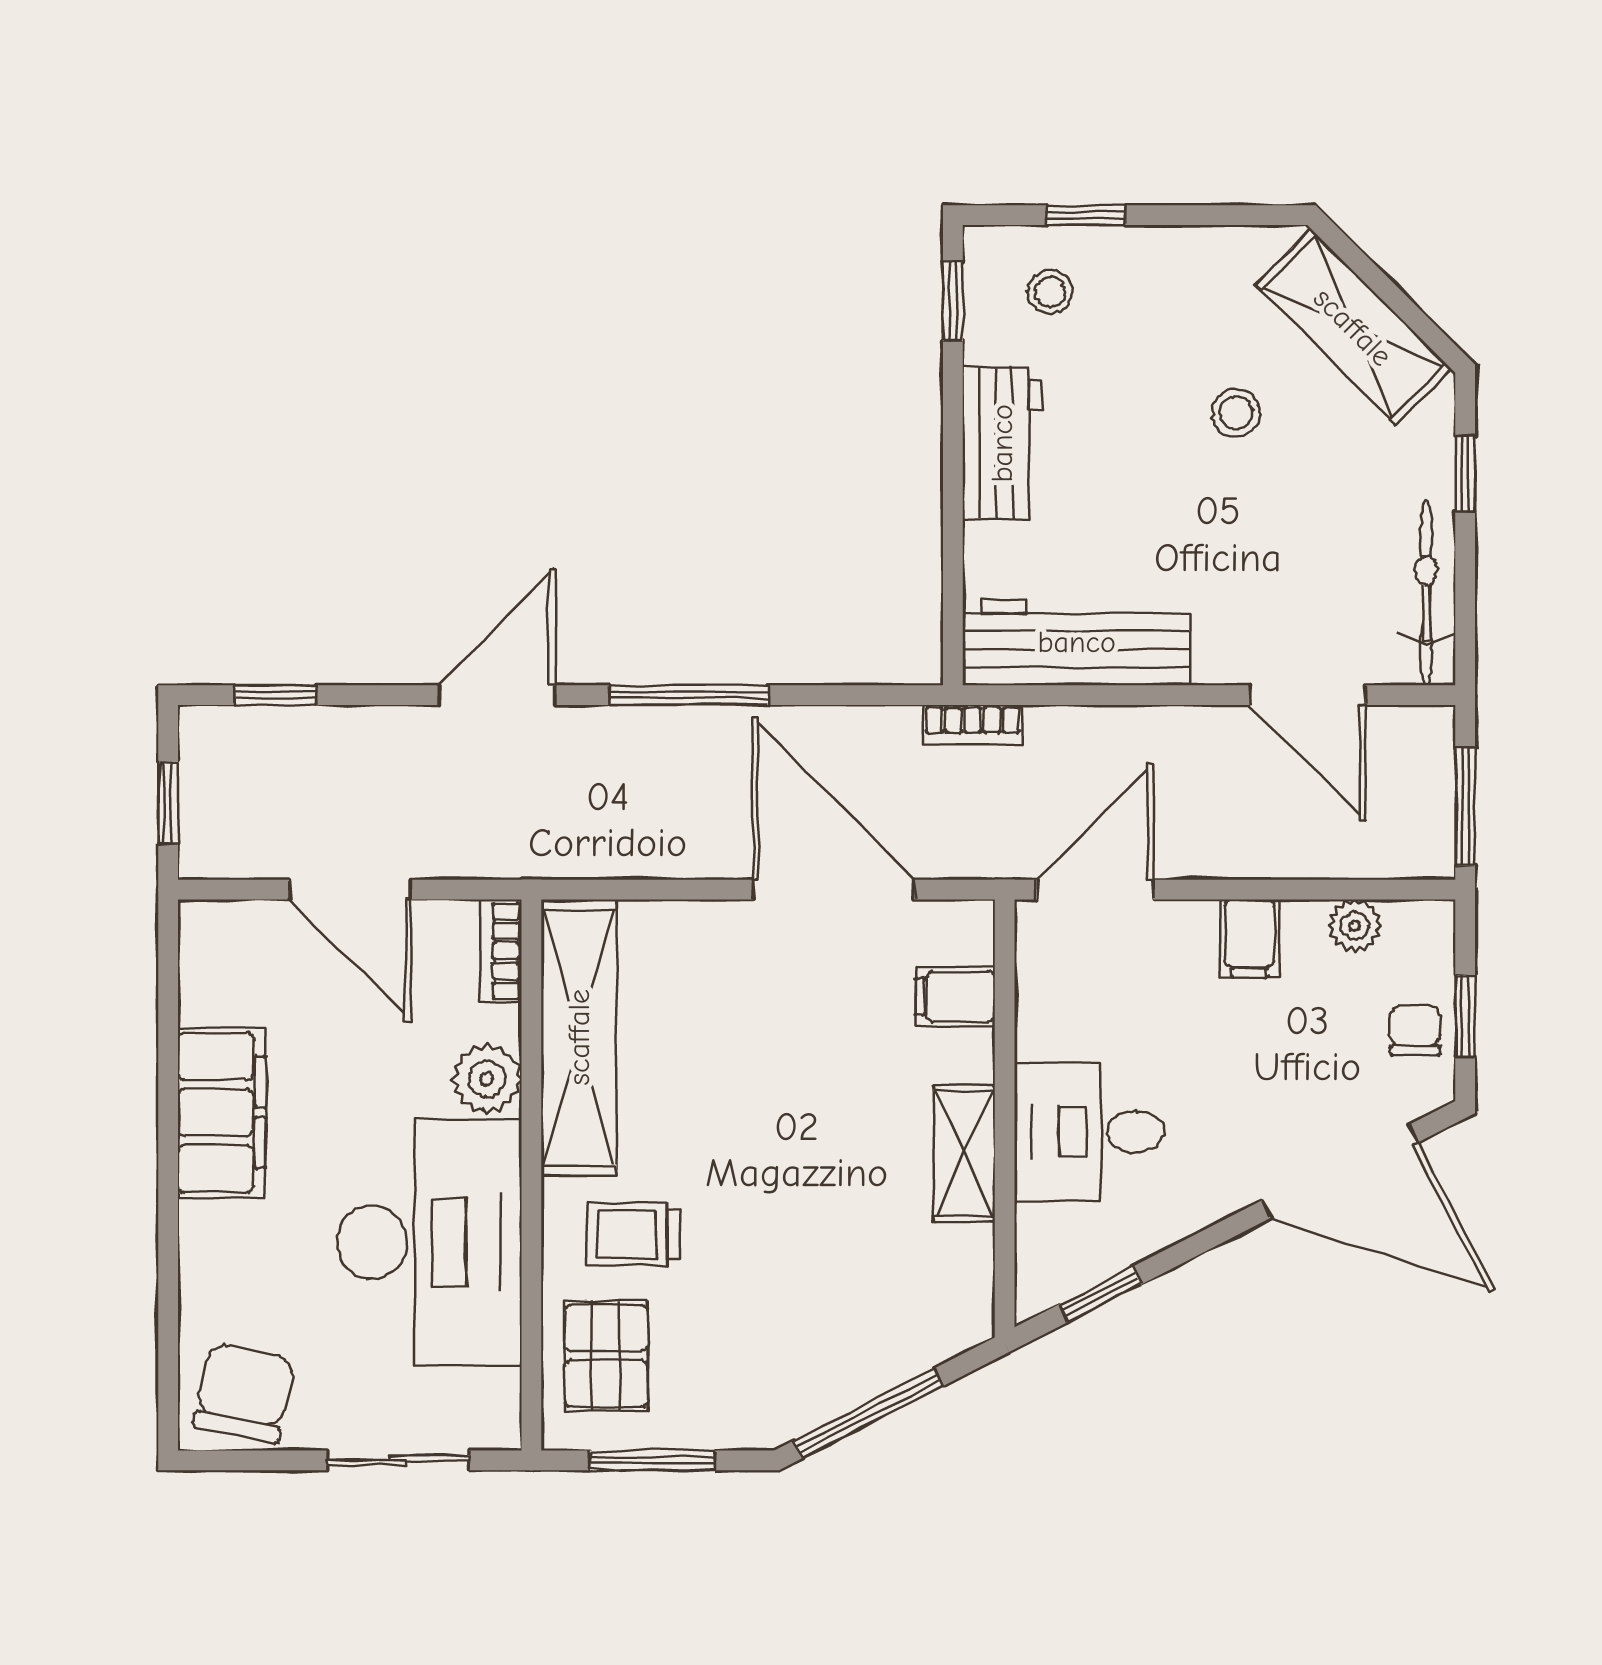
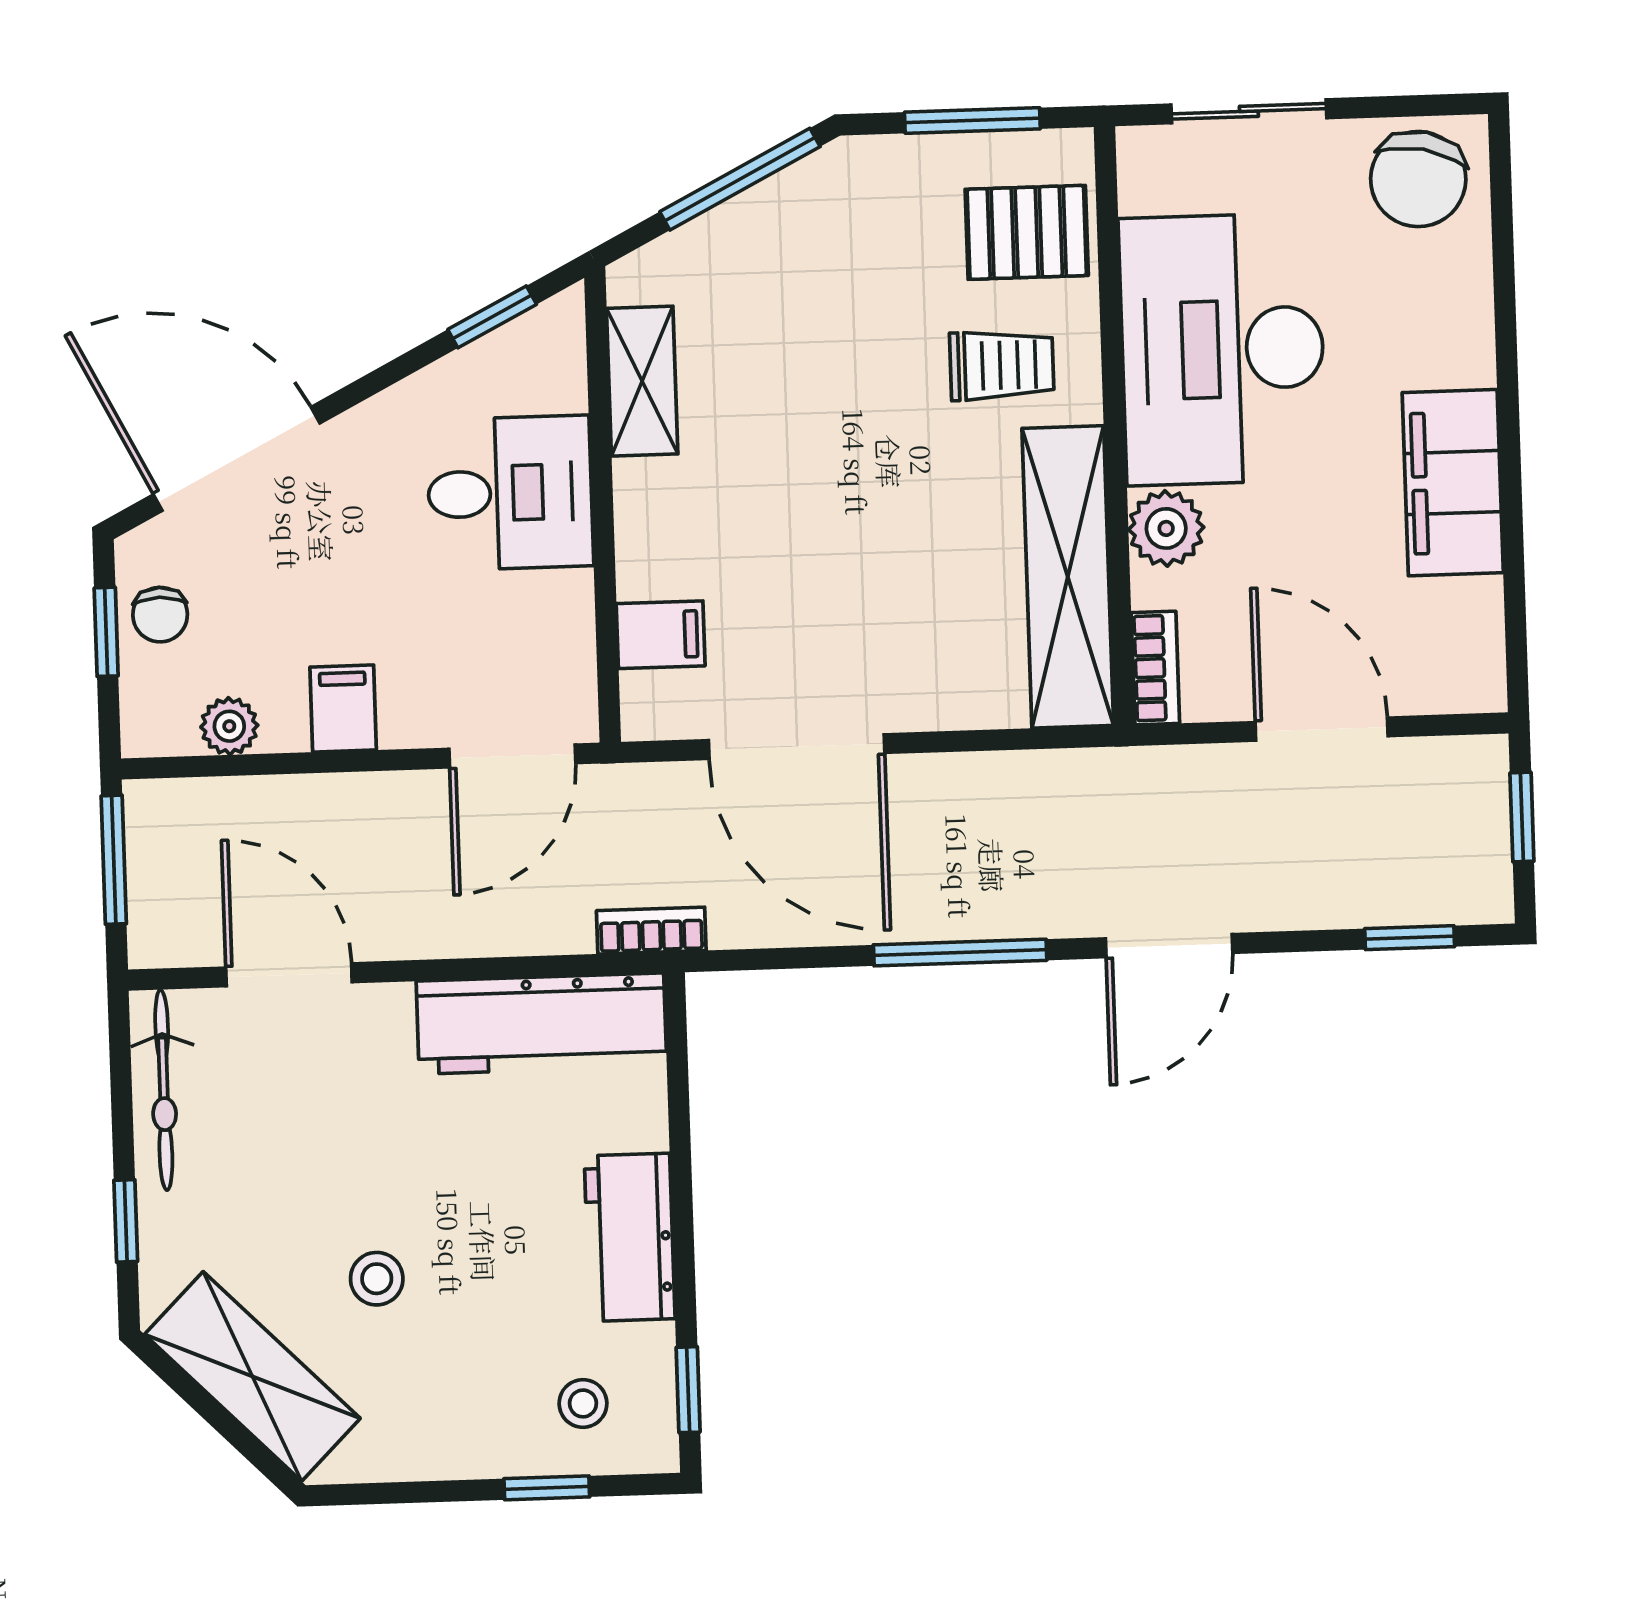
shelving: (964, 1153) -> (642, 381), moved
pallet: (606, 1356) -> (1027, 232), turned 90

